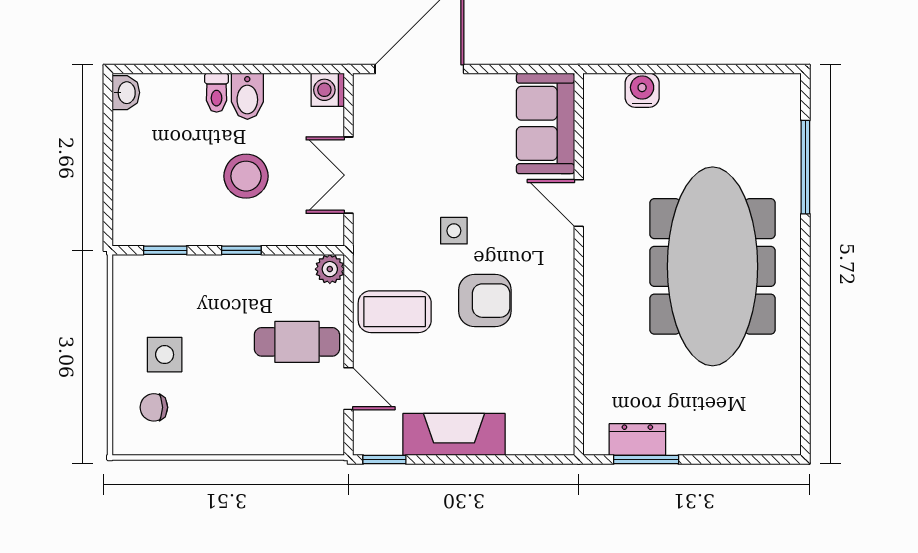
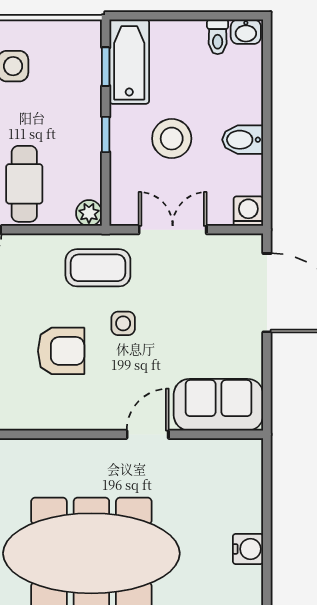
water cooler: (642, 90) -> (248, 549), moved
toilet: (217, 93) -> (218, 37), moved, turned -90
bathtub: (160, 224) -> (129, 62), added
armchair: (485, 301) -> (61, 351), turned -90
coffee table: (395, 312) -> (98, 268), moved, turned 90

